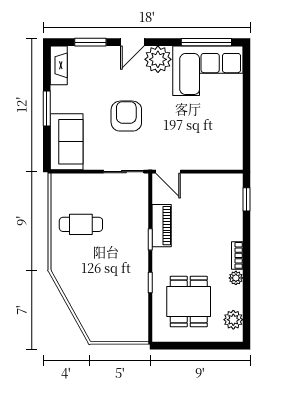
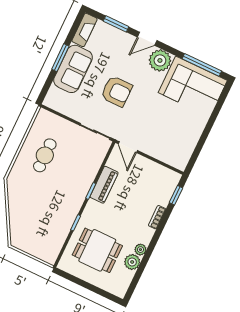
armchair: (126, 116) -> (117, 91), turned 90
sofa: (67, 142) -> (73, 69), moved
cafe table: (81, 224) -> (45, 155), turned 90
bookcase: (237, 255) -> (157, 217), moved
dining table: (189, 302) -> (97, 250), turned 90
plant: (233, 320) -> (132, 262), moved

